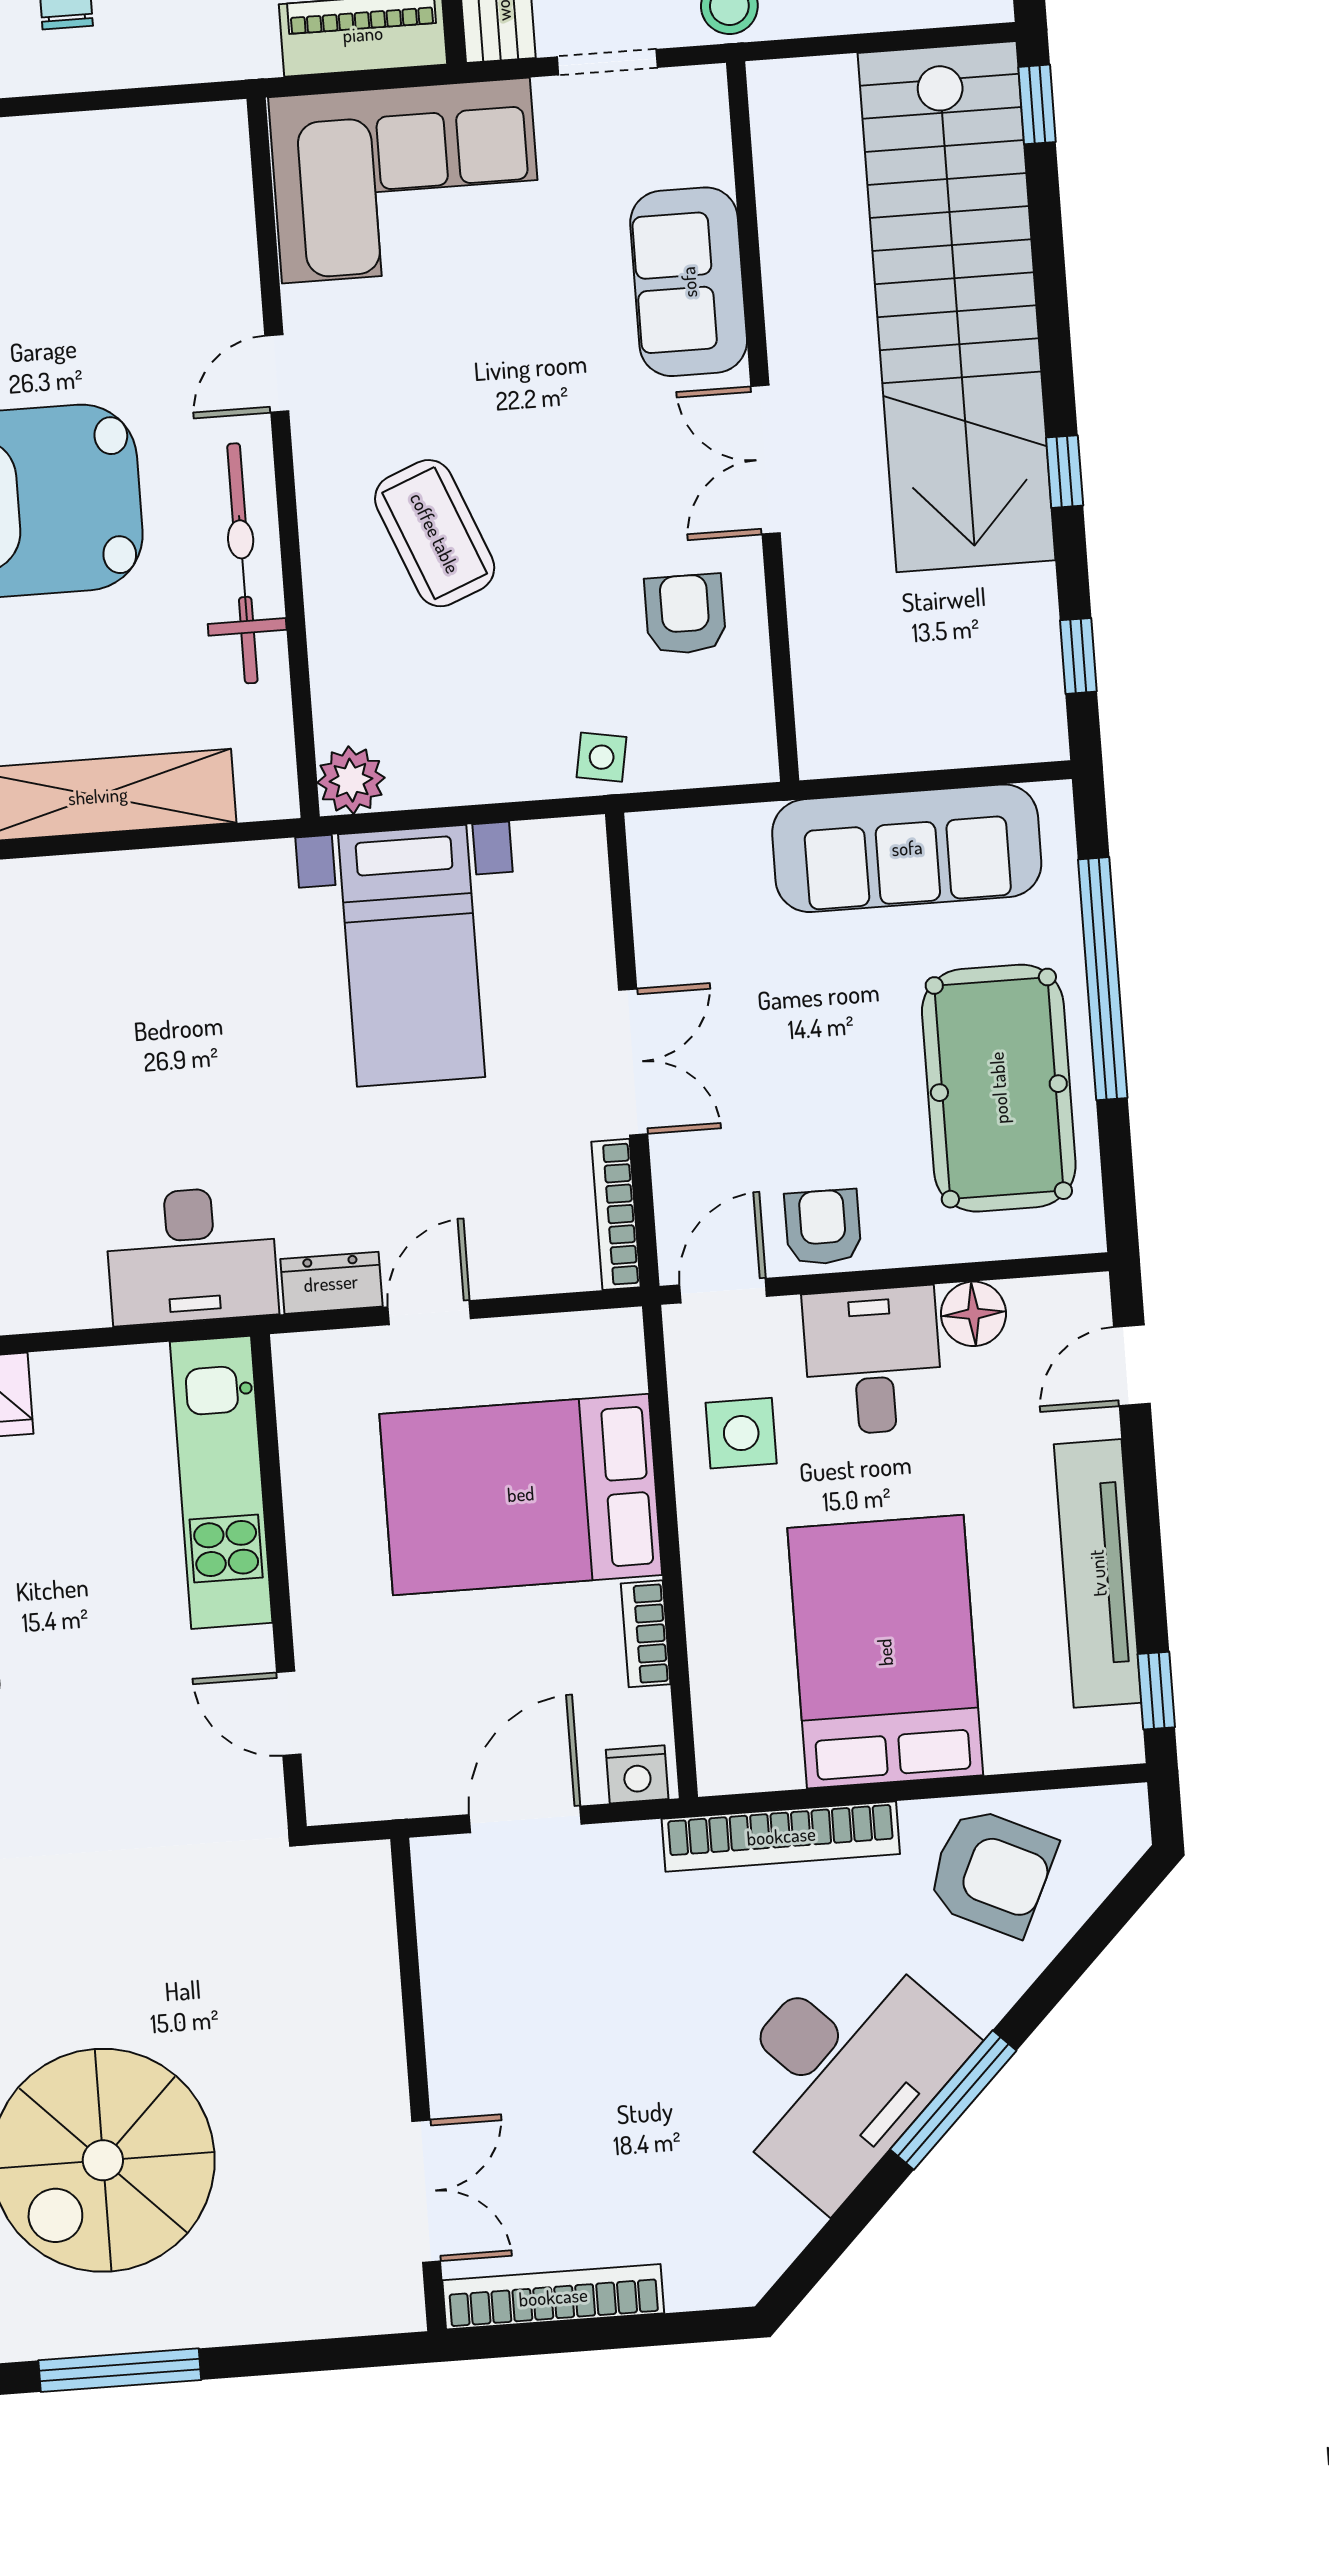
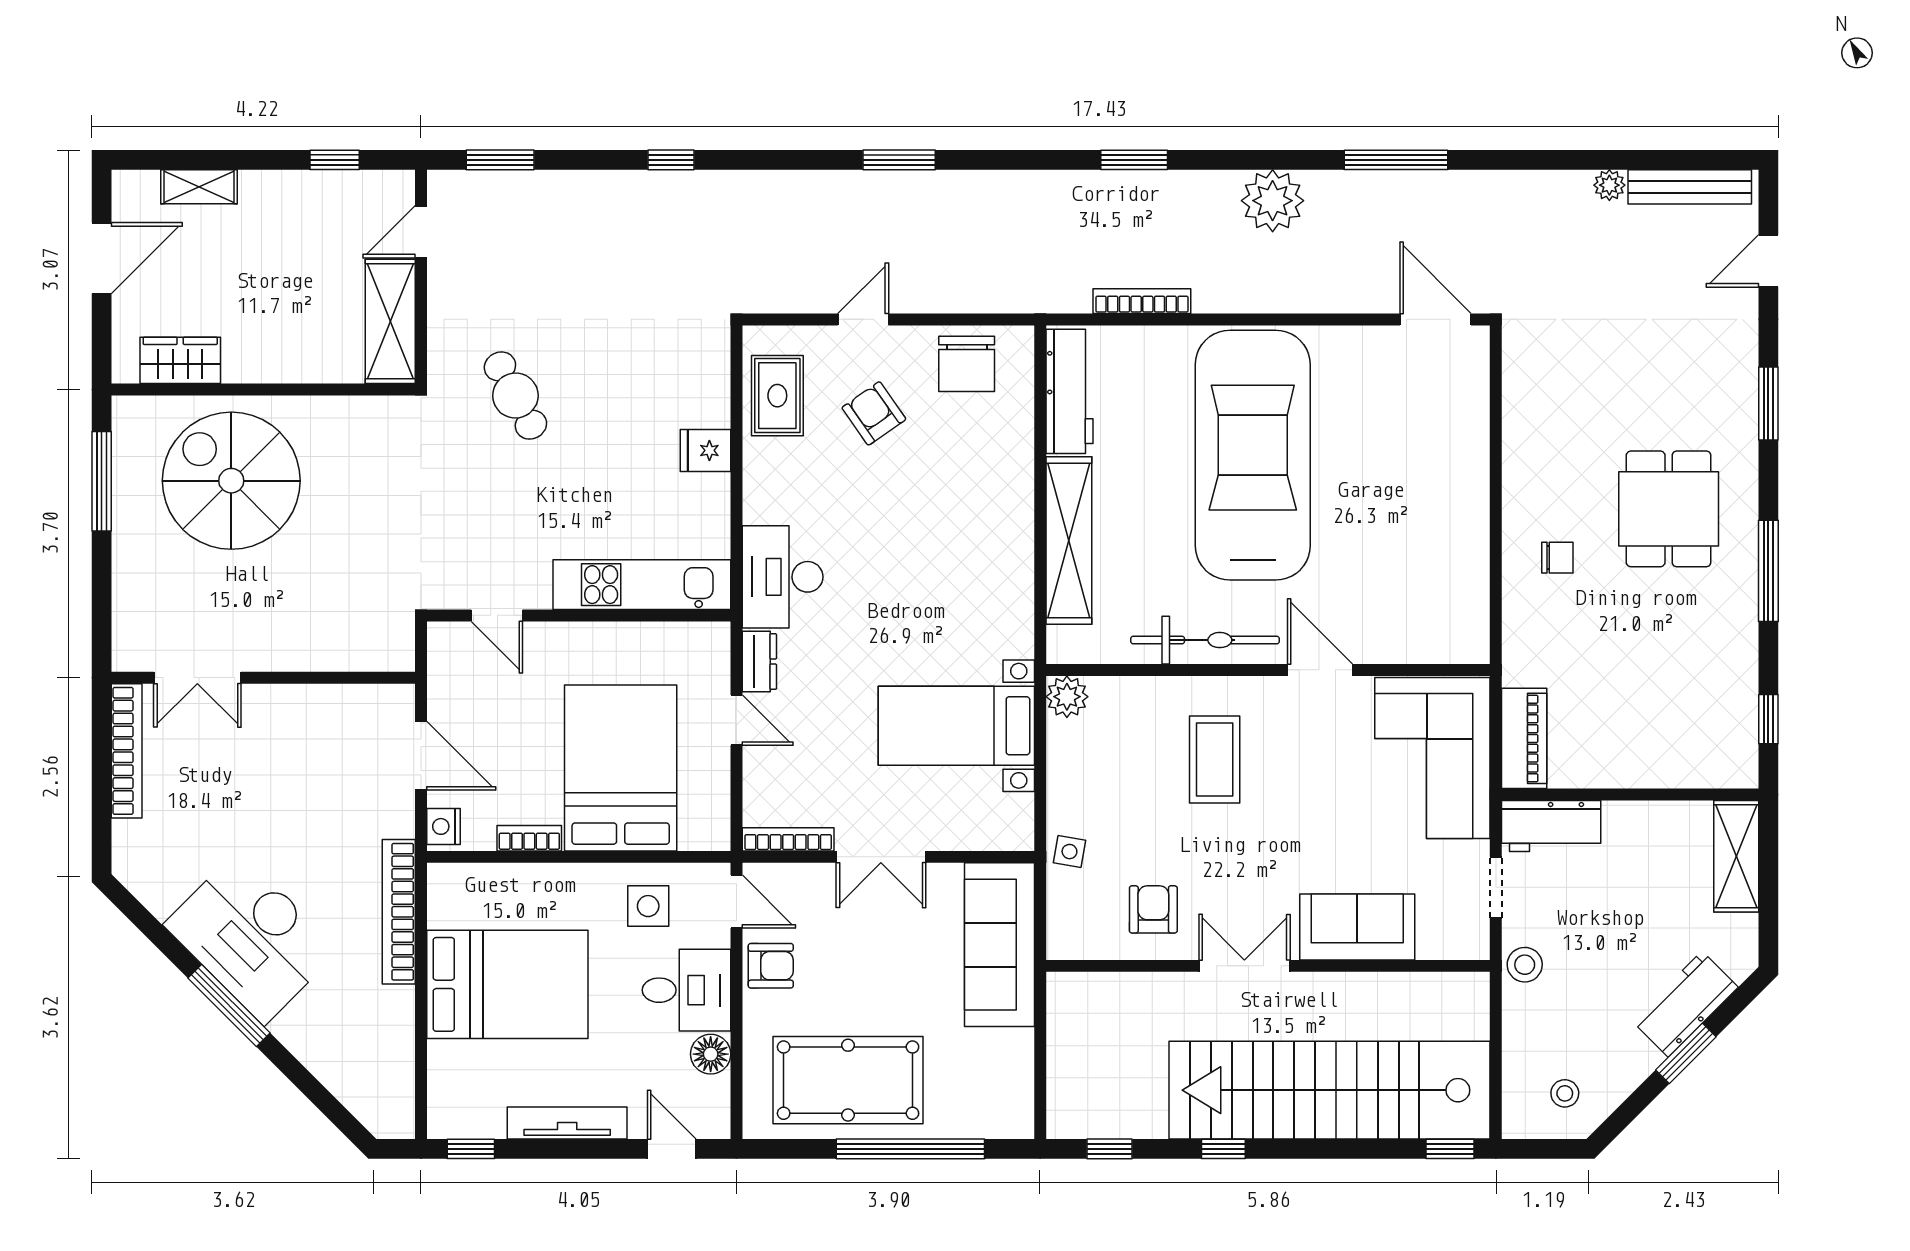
door: (277, 373) -> (1320, 670), width x1.38
coffee table: (435, 533) -> (1215, 759), turned -68
armchair: (685, 614) -> (1153, 909), turned -90
sofa: (907, 848) -> (999, 945), moved
tv unit: (1098, 1573) -> (567, 1123), width x0.73, depth x0.78
door: (289, 1713) -> (497, 615), swing flipped
armchair: (991, 1872) -> (367, 1039), removed

